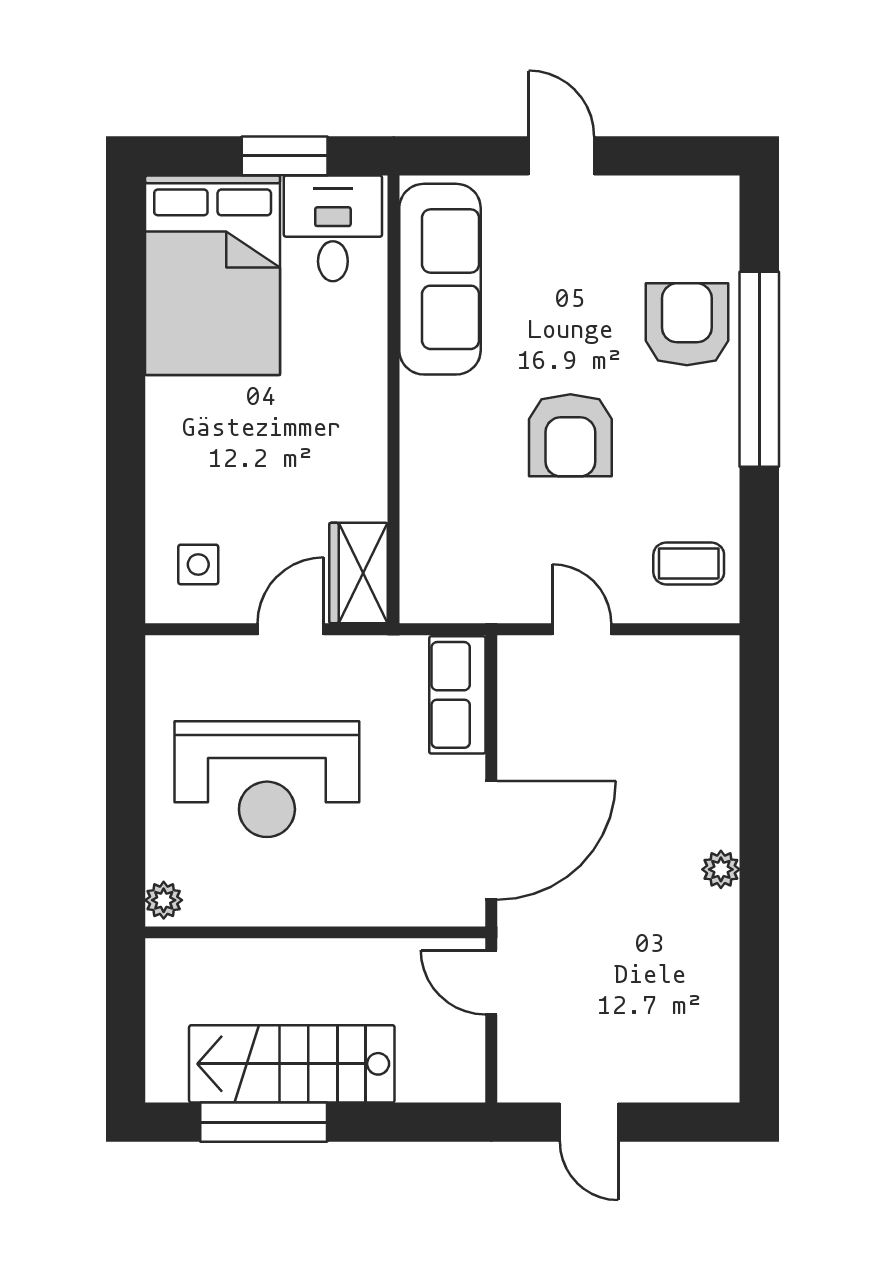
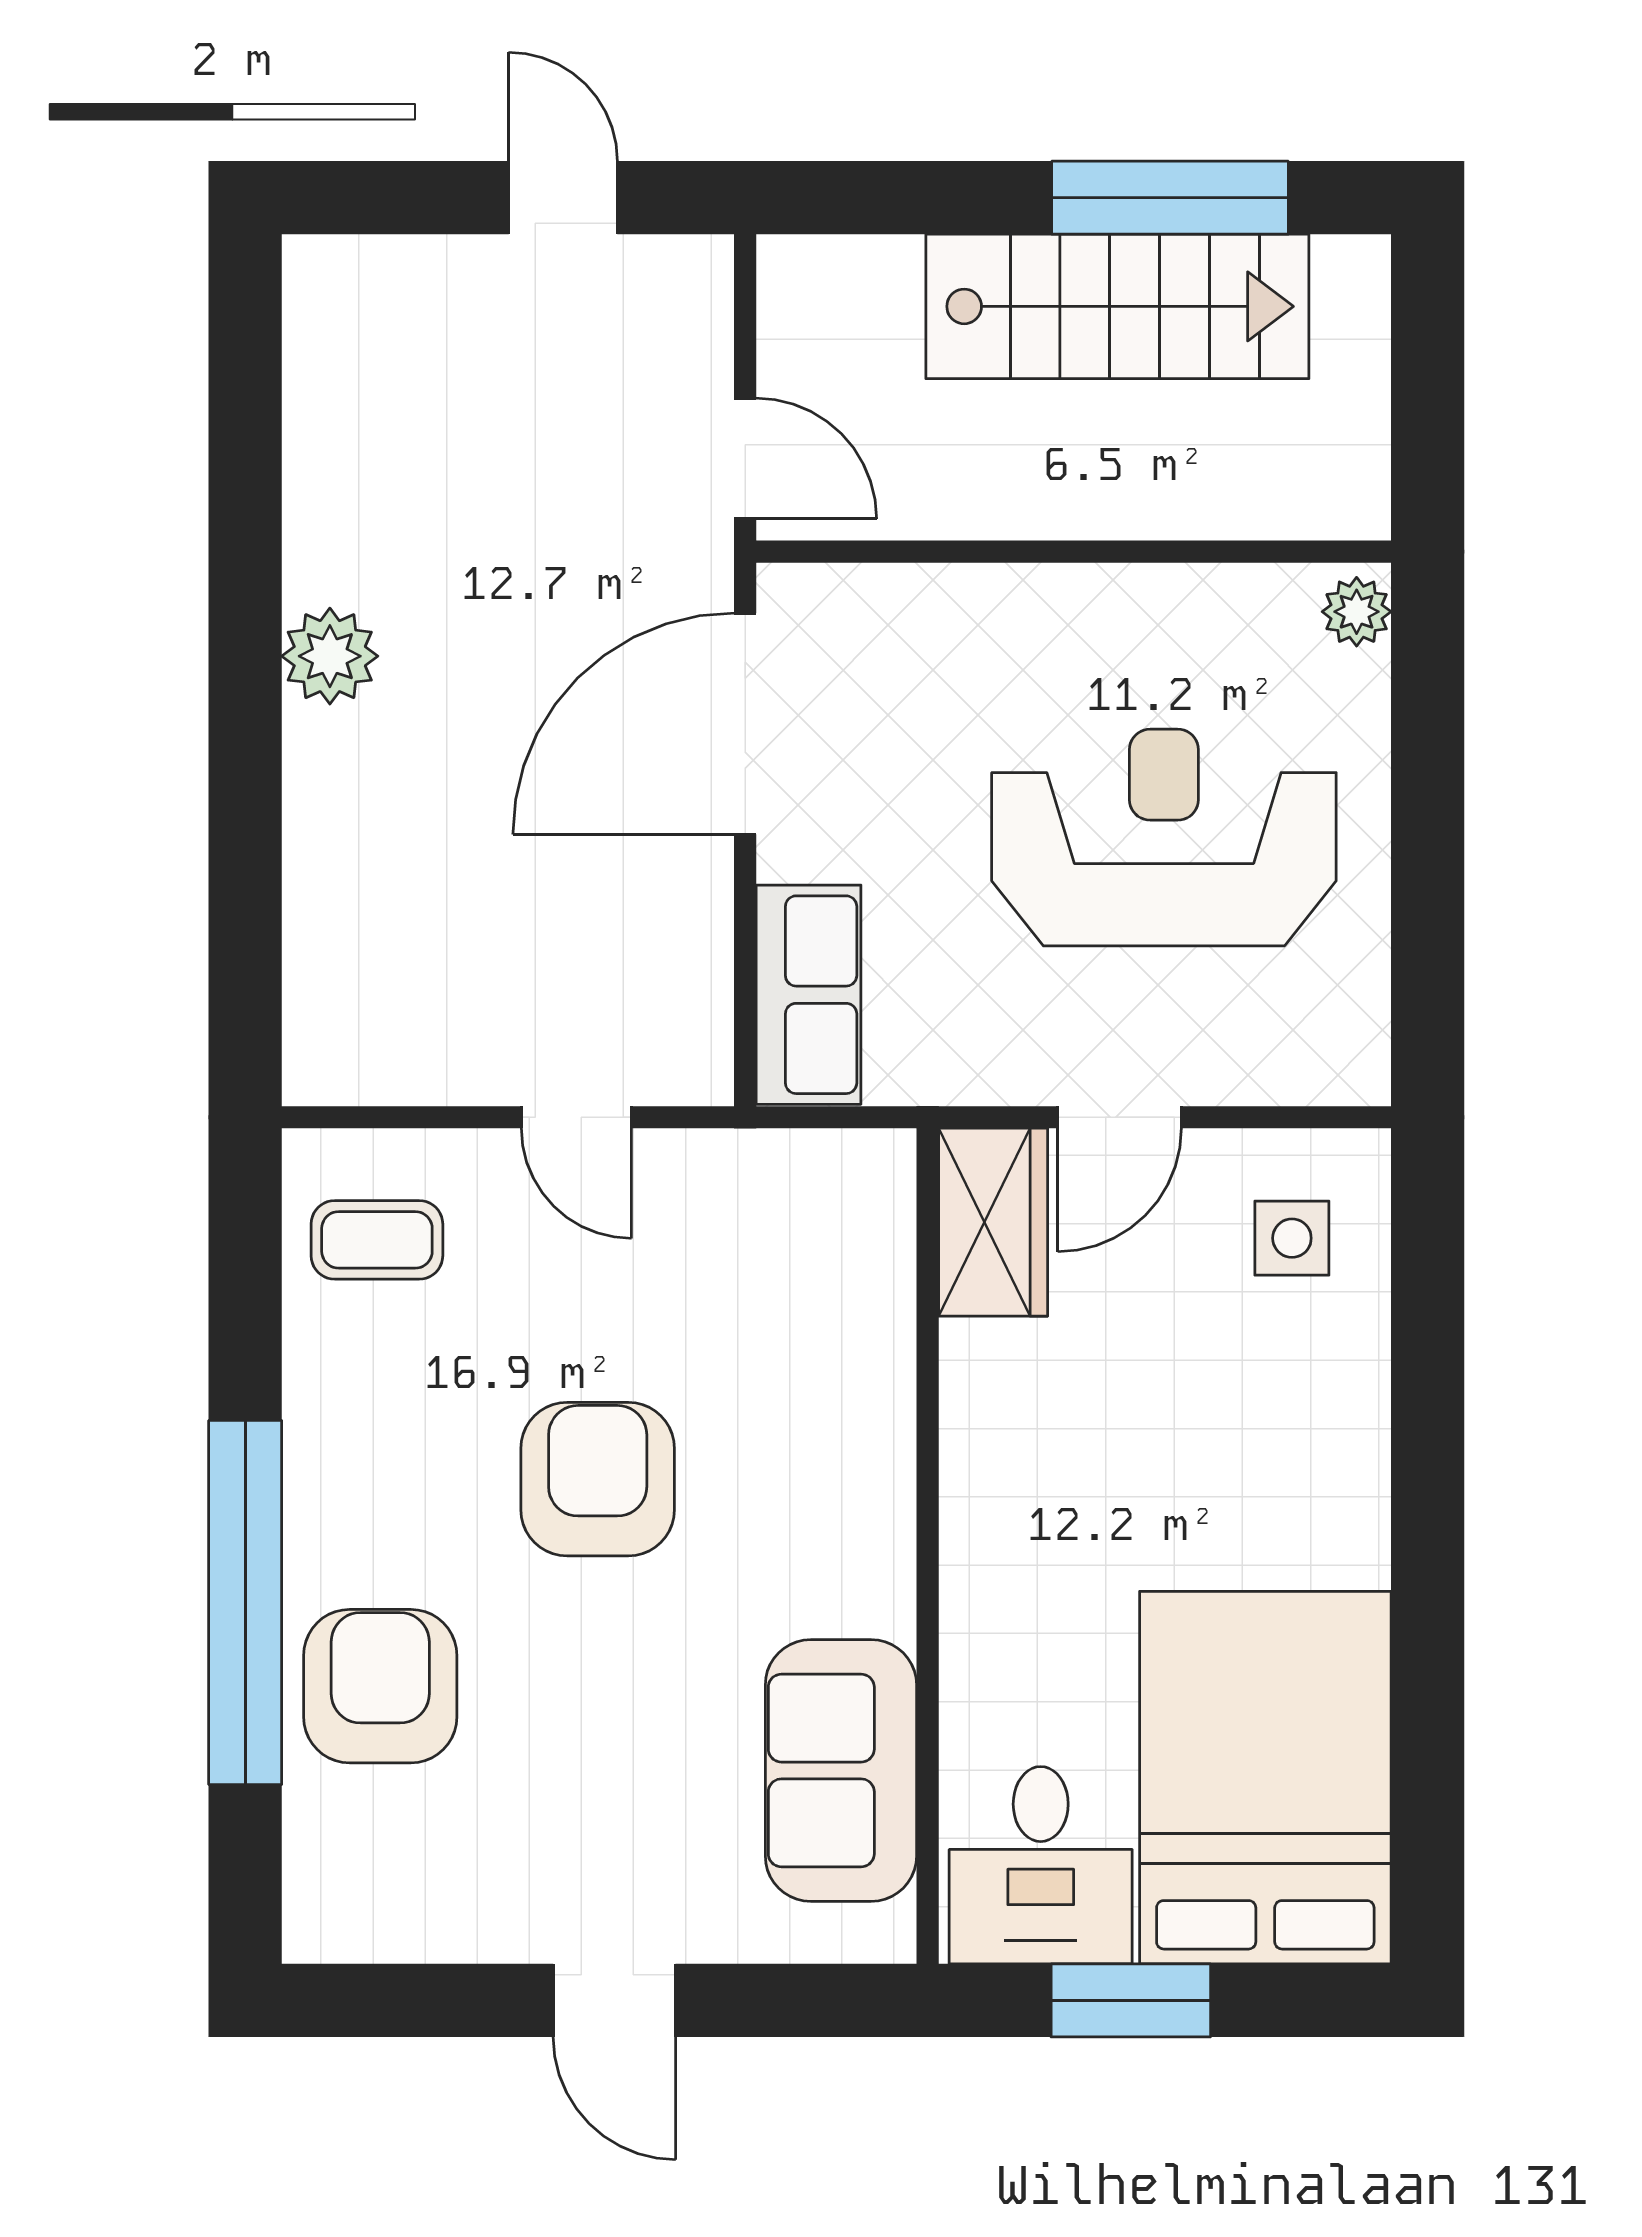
sofa: (440, 279) -> (841, 1770), width x0.73
armchair: (687, 324) -> (380, 1686), turned 180
plant: (721, 869) -> (330, 656), width x1.38, depth x1.38

